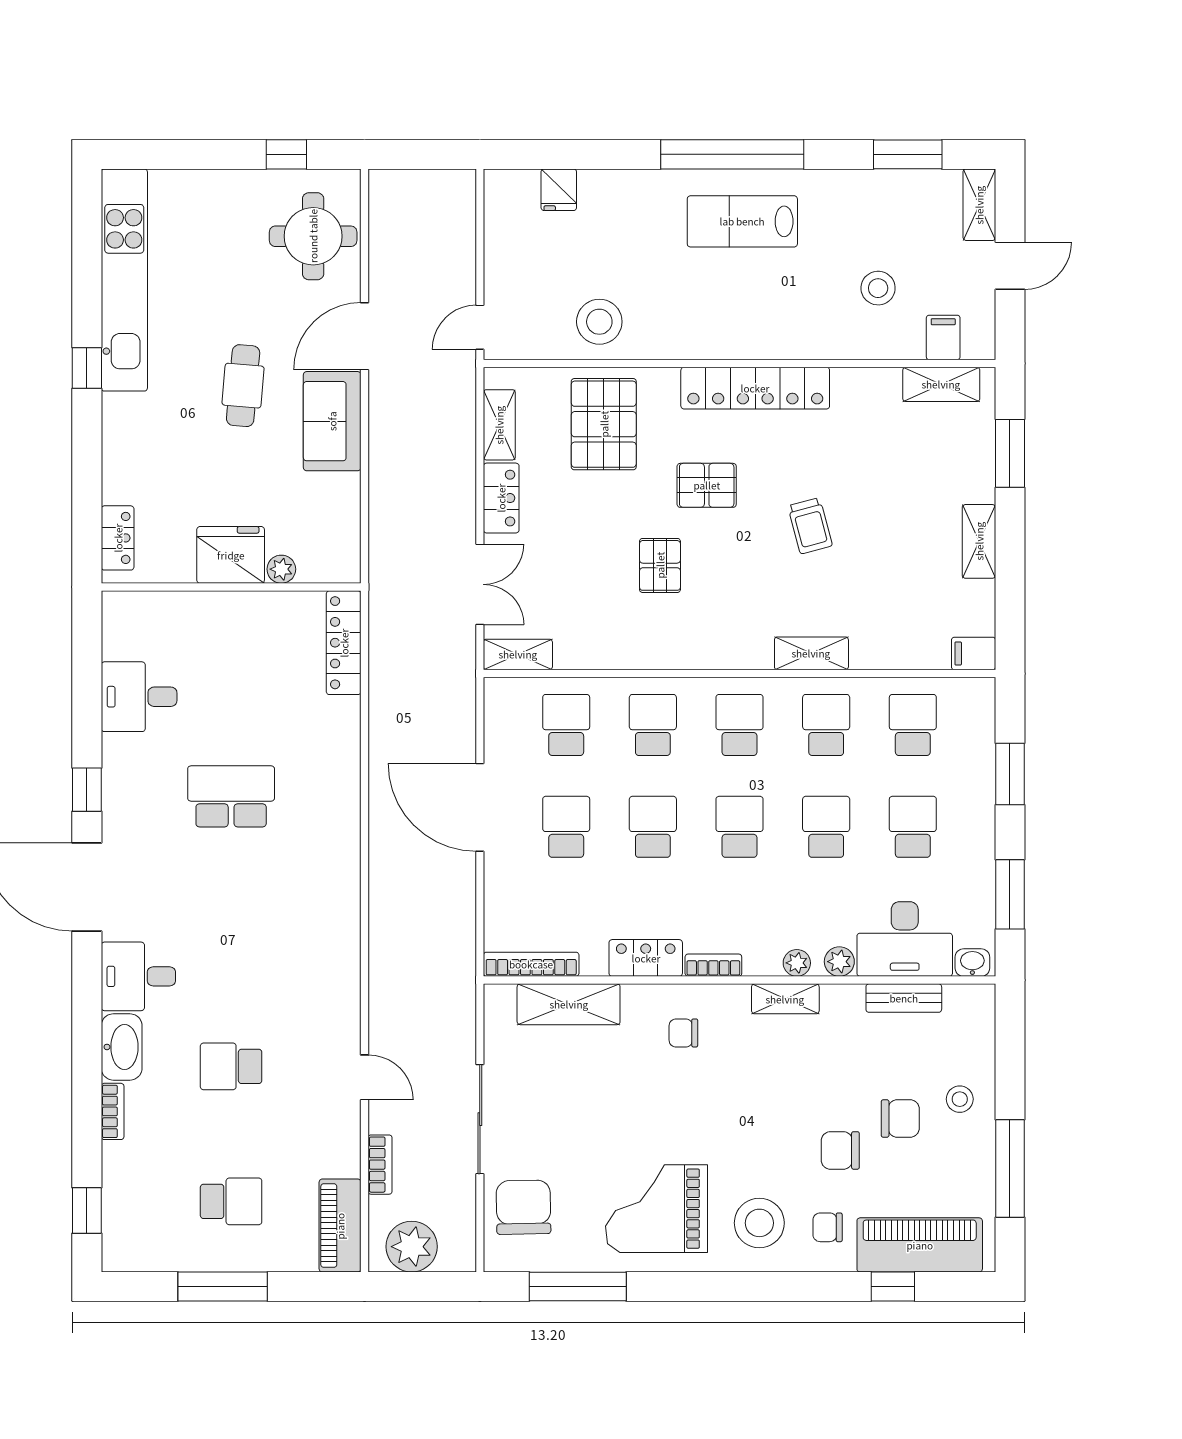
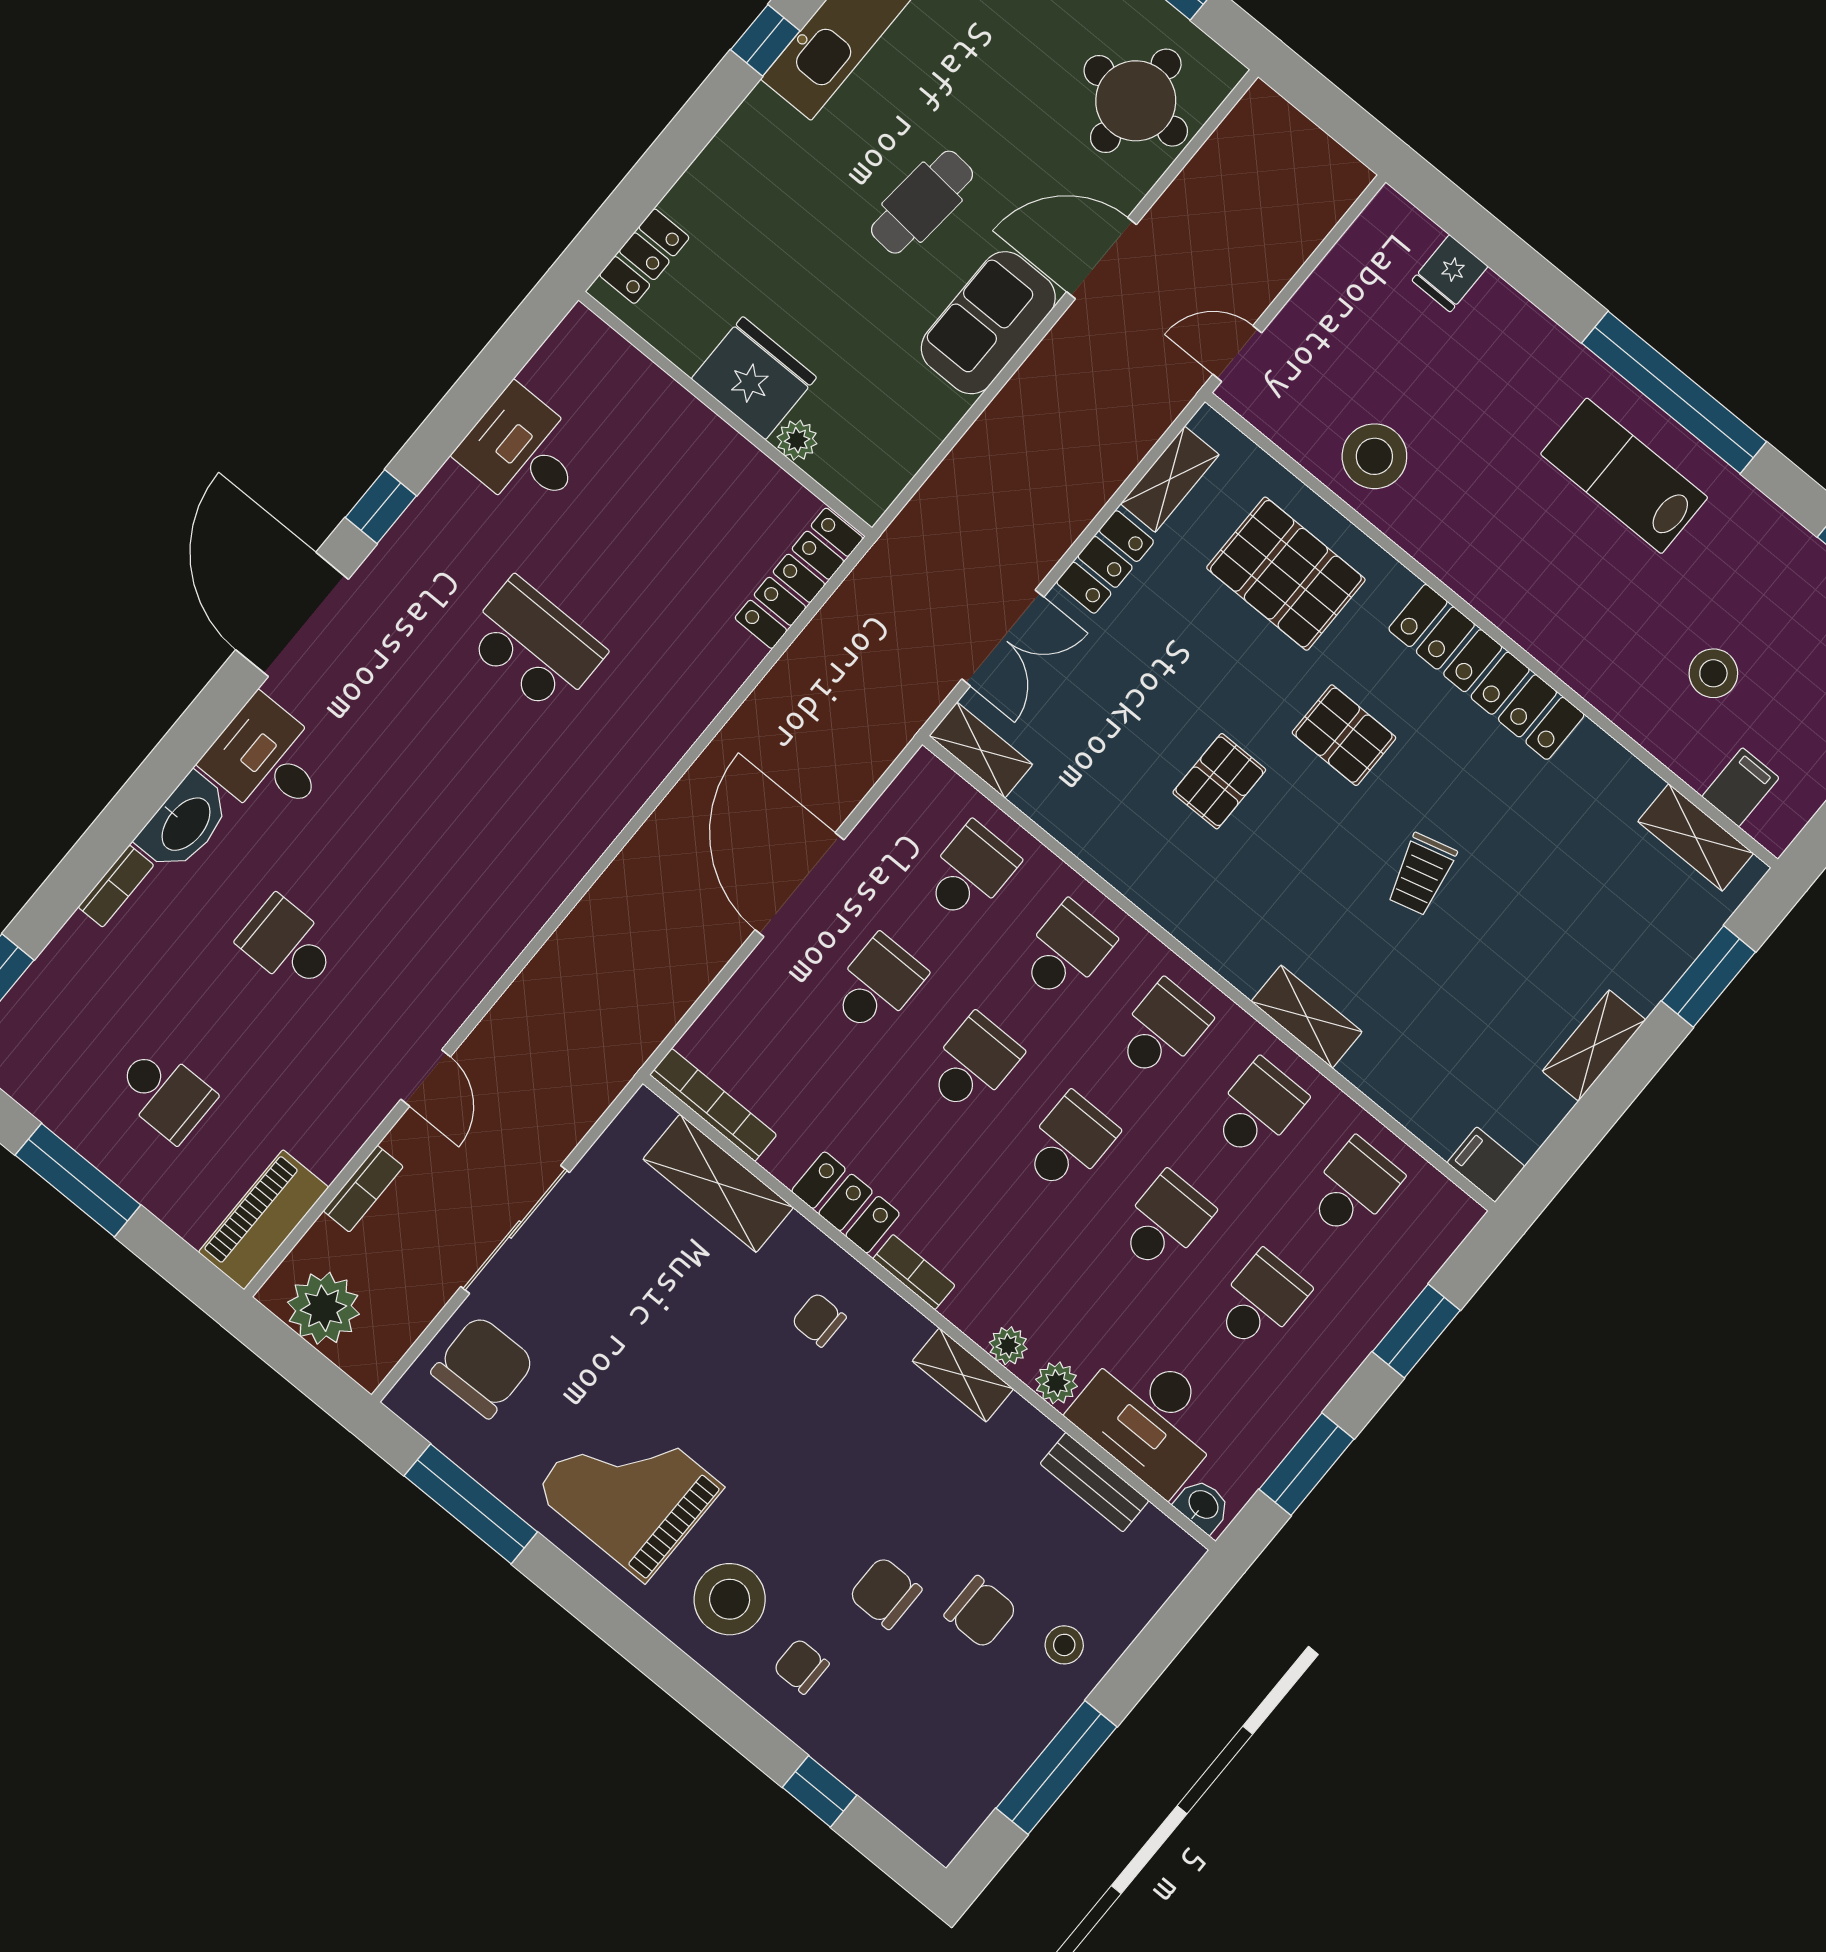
pallet: (604, 424) -> (1286, 574), turned 90
piano: (920, 1245) -> (887, 1770), removed

